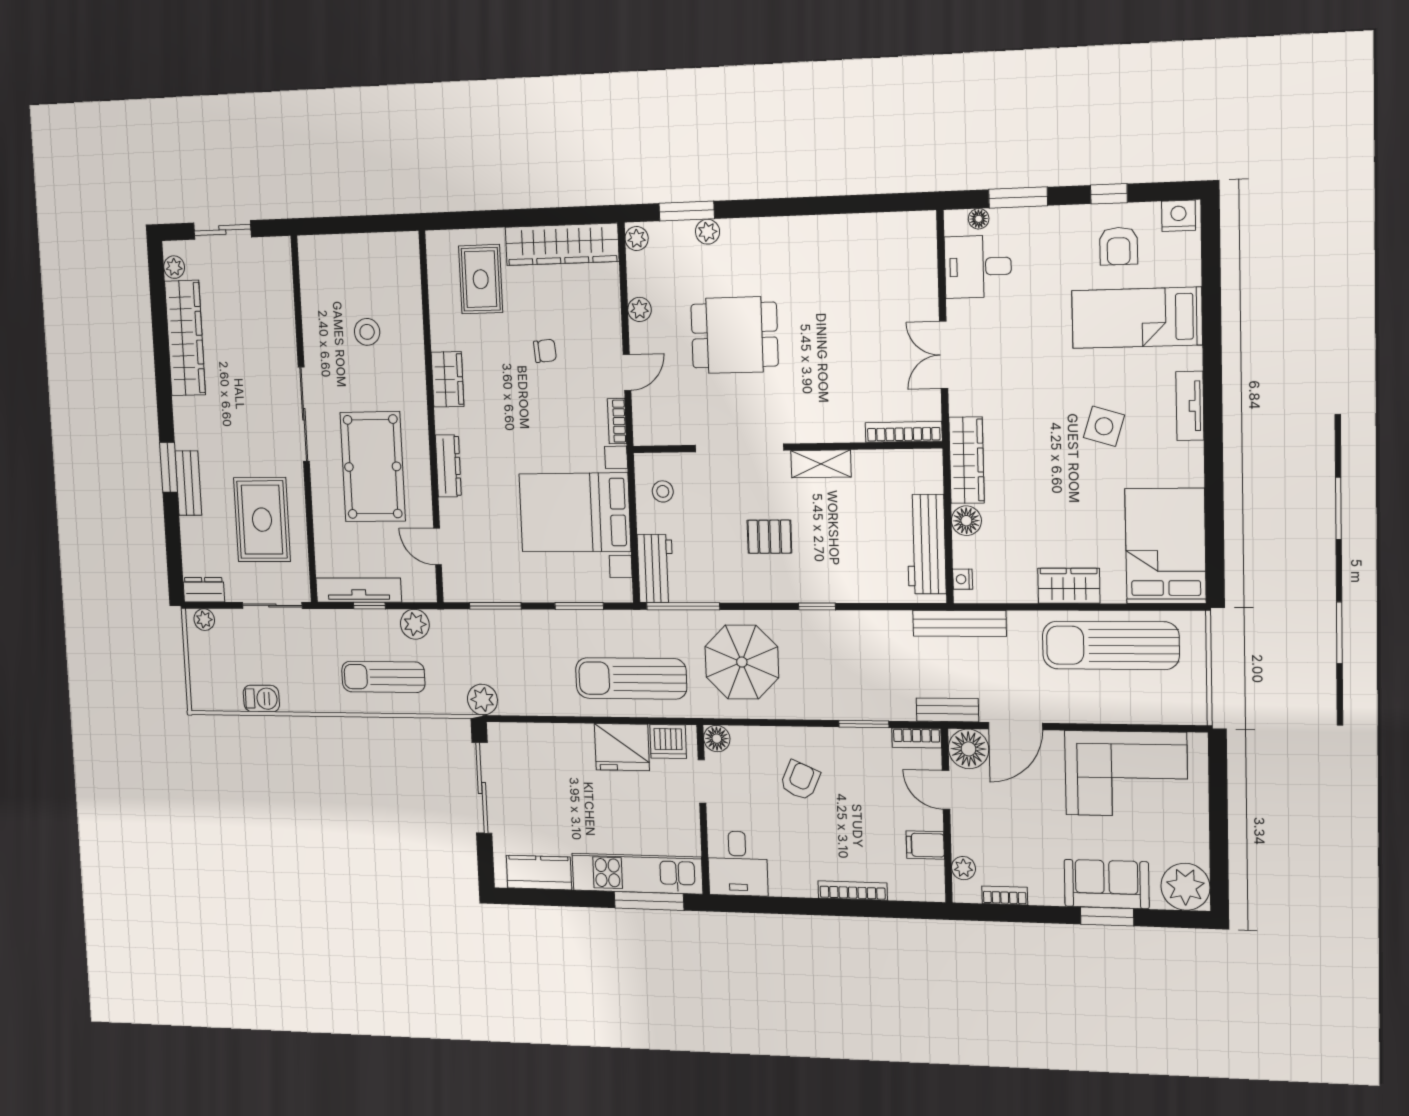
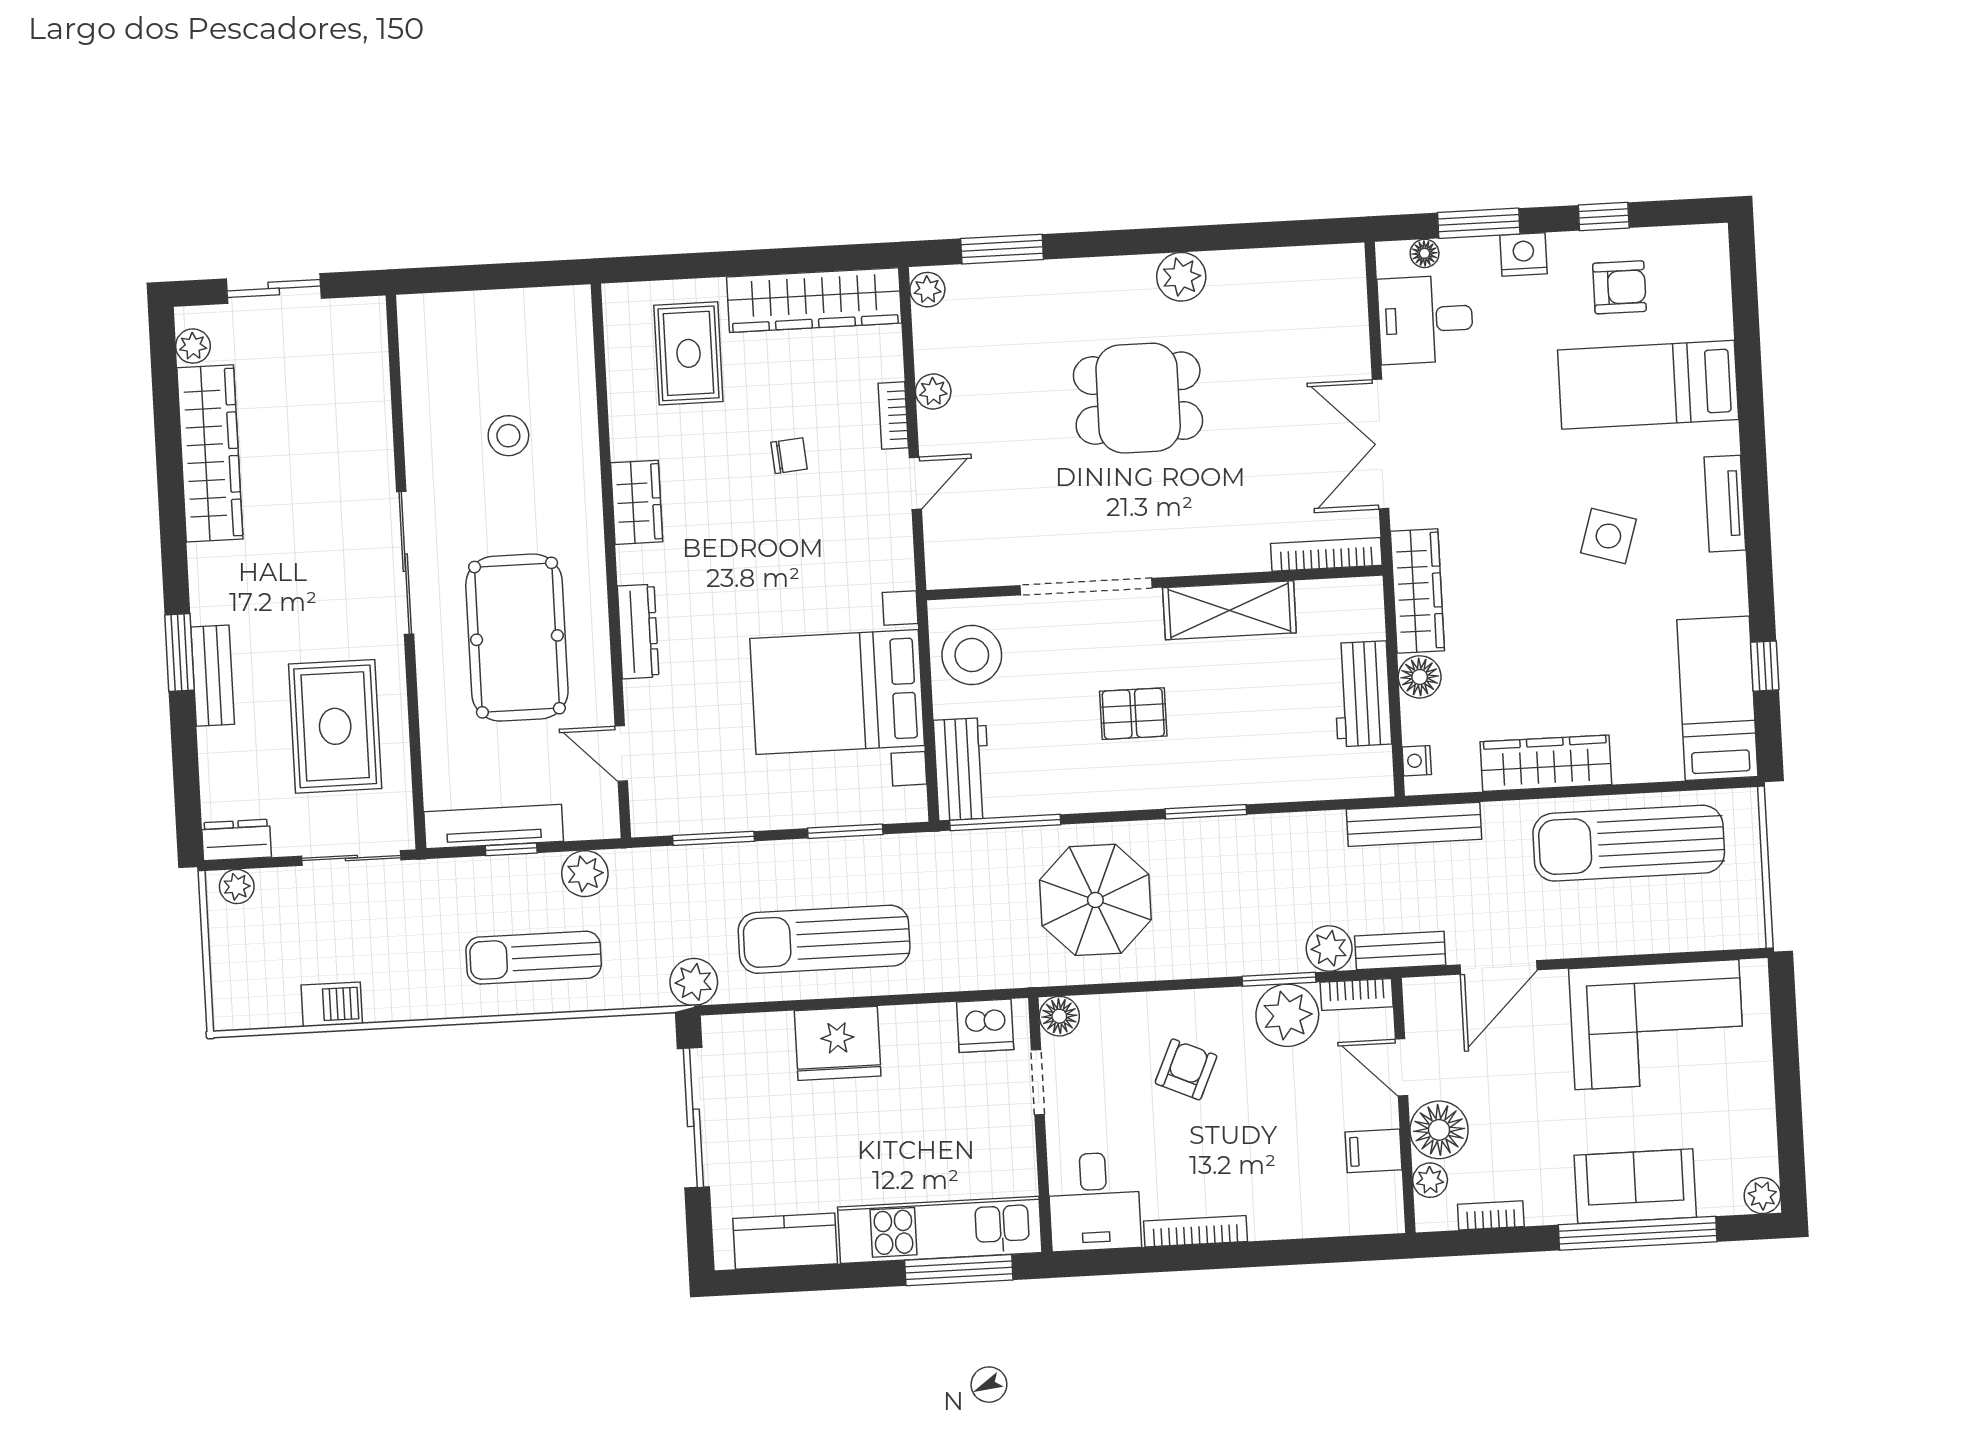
nightstand: (1179, 216) -> (1524, 254), moved
plant: (708, 232) -> (1181, 277), moved, width x1.38, depth x1.38
armchair: (1119, 246) -> (1619, 287), turned -90
dining table: (735, 335) -> (1138, 398), moved
double door: (944, 355) -> (1381, 444), width x1.37
bookcase: (617, 421) -> (893, 415), moved
shelving: (821, 464) -> (1229, 610), width x1.50, depth x1.33
stool: (663, 491) -> (972, 655), width x1.89, depth x1.89
window: (1214, 525) -> (1765, 666), added
workbench: (926, 544) -> (1362, 694), width x0.73
bed: (1165, 546) -> (1717, 698), width x0.67
wardrobe: (1069, 586) -> (1546, 763), width x1.50
window: (817, 606) -> (1206, 812), width x1.50
sun lounger: (631, 678) -> (824, 939), moved
plant: (899, 705) -> (1329, 948), added
fridge: (622, 747) -> (838, 1043), moved
plant: (869, 749) -> (1287, 1015), added
floor lamp: (969, 749) -> (1439, 1130), moved
plant: (1185, 887) -> (1762, 1196), width x0.53, depth x0.53
bookcase: (853, 891) -> (1195, 1231), moved
window: (1107, 916) -> (1638, 1233), width x2.11

